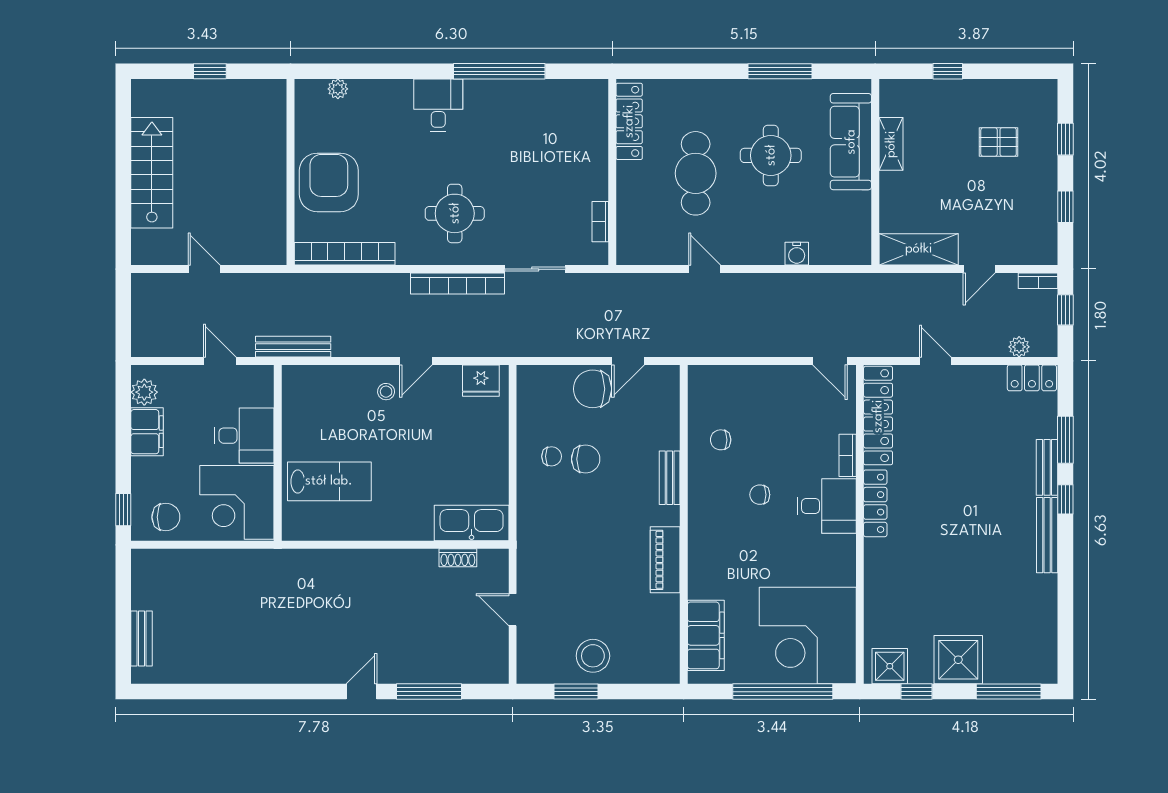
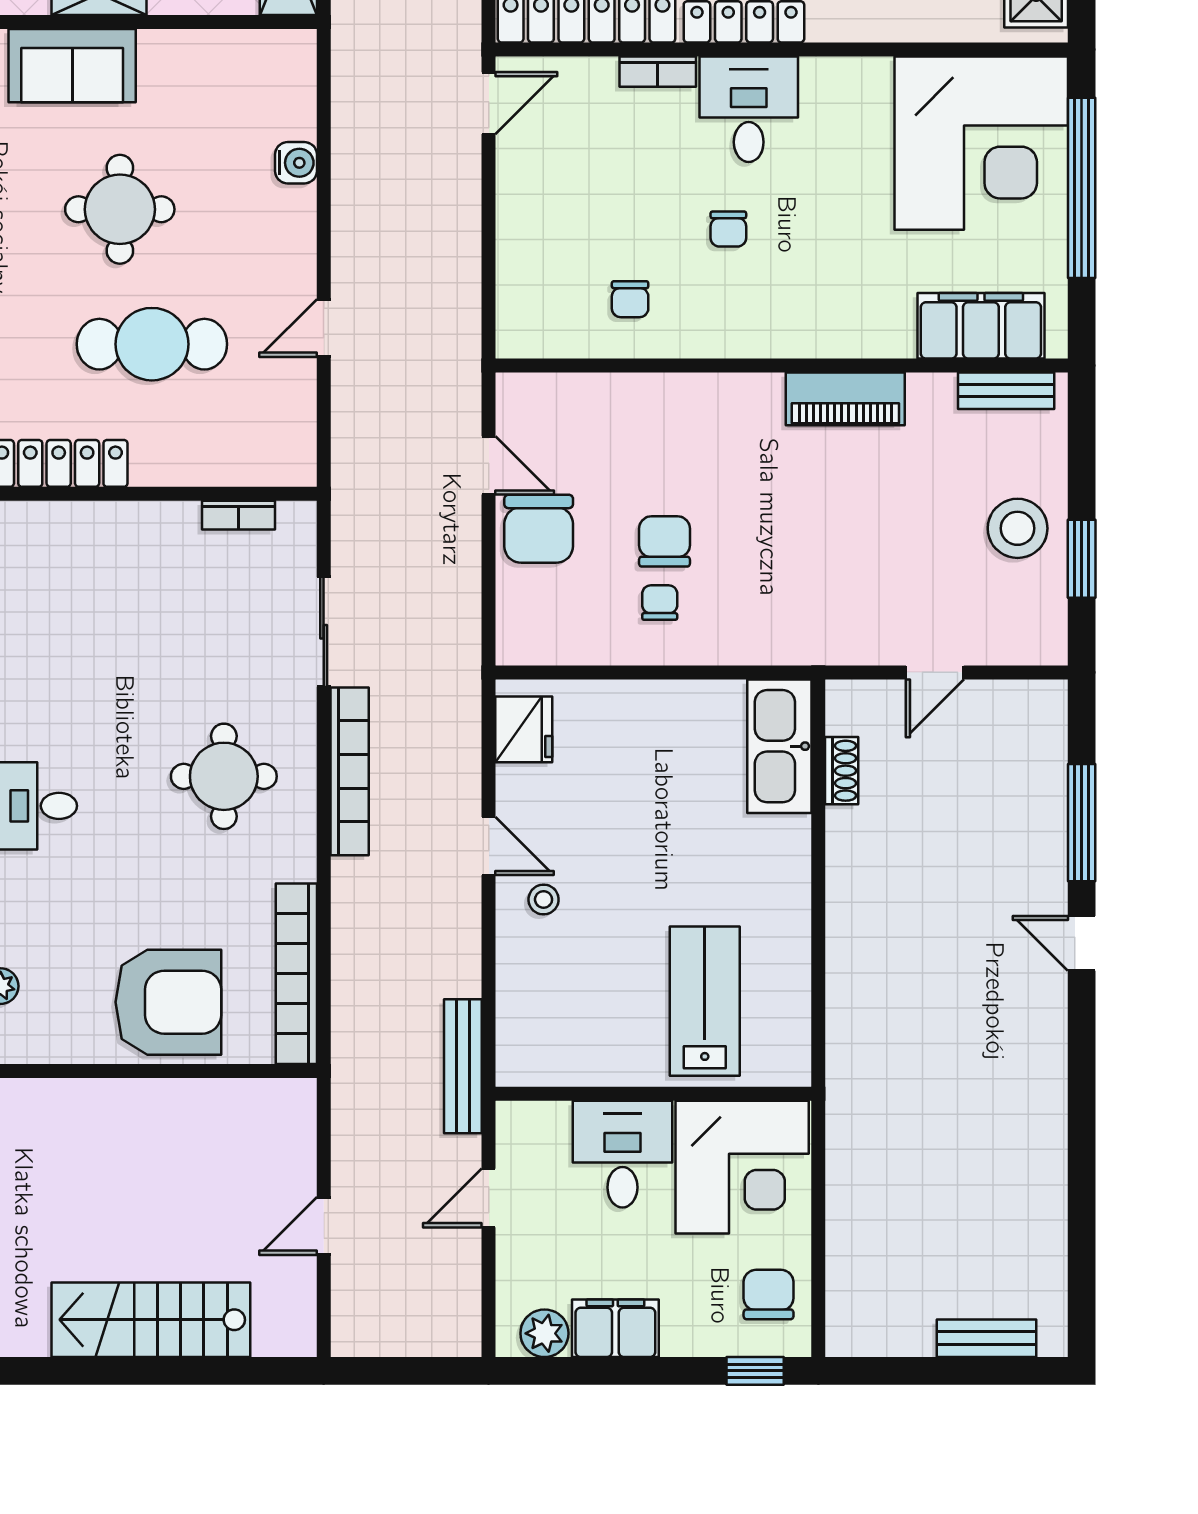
sofa: (851, 142) -> (72, 66), width x0.73
armchair: (329, 182) -> (168, 1002), turned 180
bench: (670, 478) -> (1006, 391), moved

